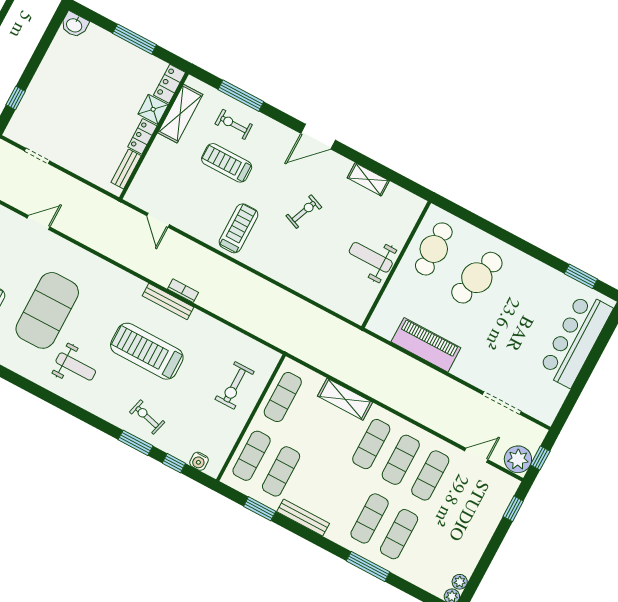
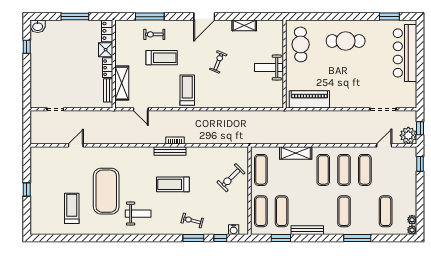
window: (16, 98) -> (27, 47), moved
shelving: (180, 114) -> (122, 83), moved
treadmill: (227, 163) -> (162, 58), turned 180
cafe table: (477, 278) -> (346, 41), moved, turned 74
piano: (426, 345) -> (309, 99), moved
treadmill: (147, 351) -> (173, 184), width x0.73, depth x0.73
exercise bike: (235, 385) -> (231, 178), turned 45
exercise mat: (399, 534) -> (386, 211), moved

